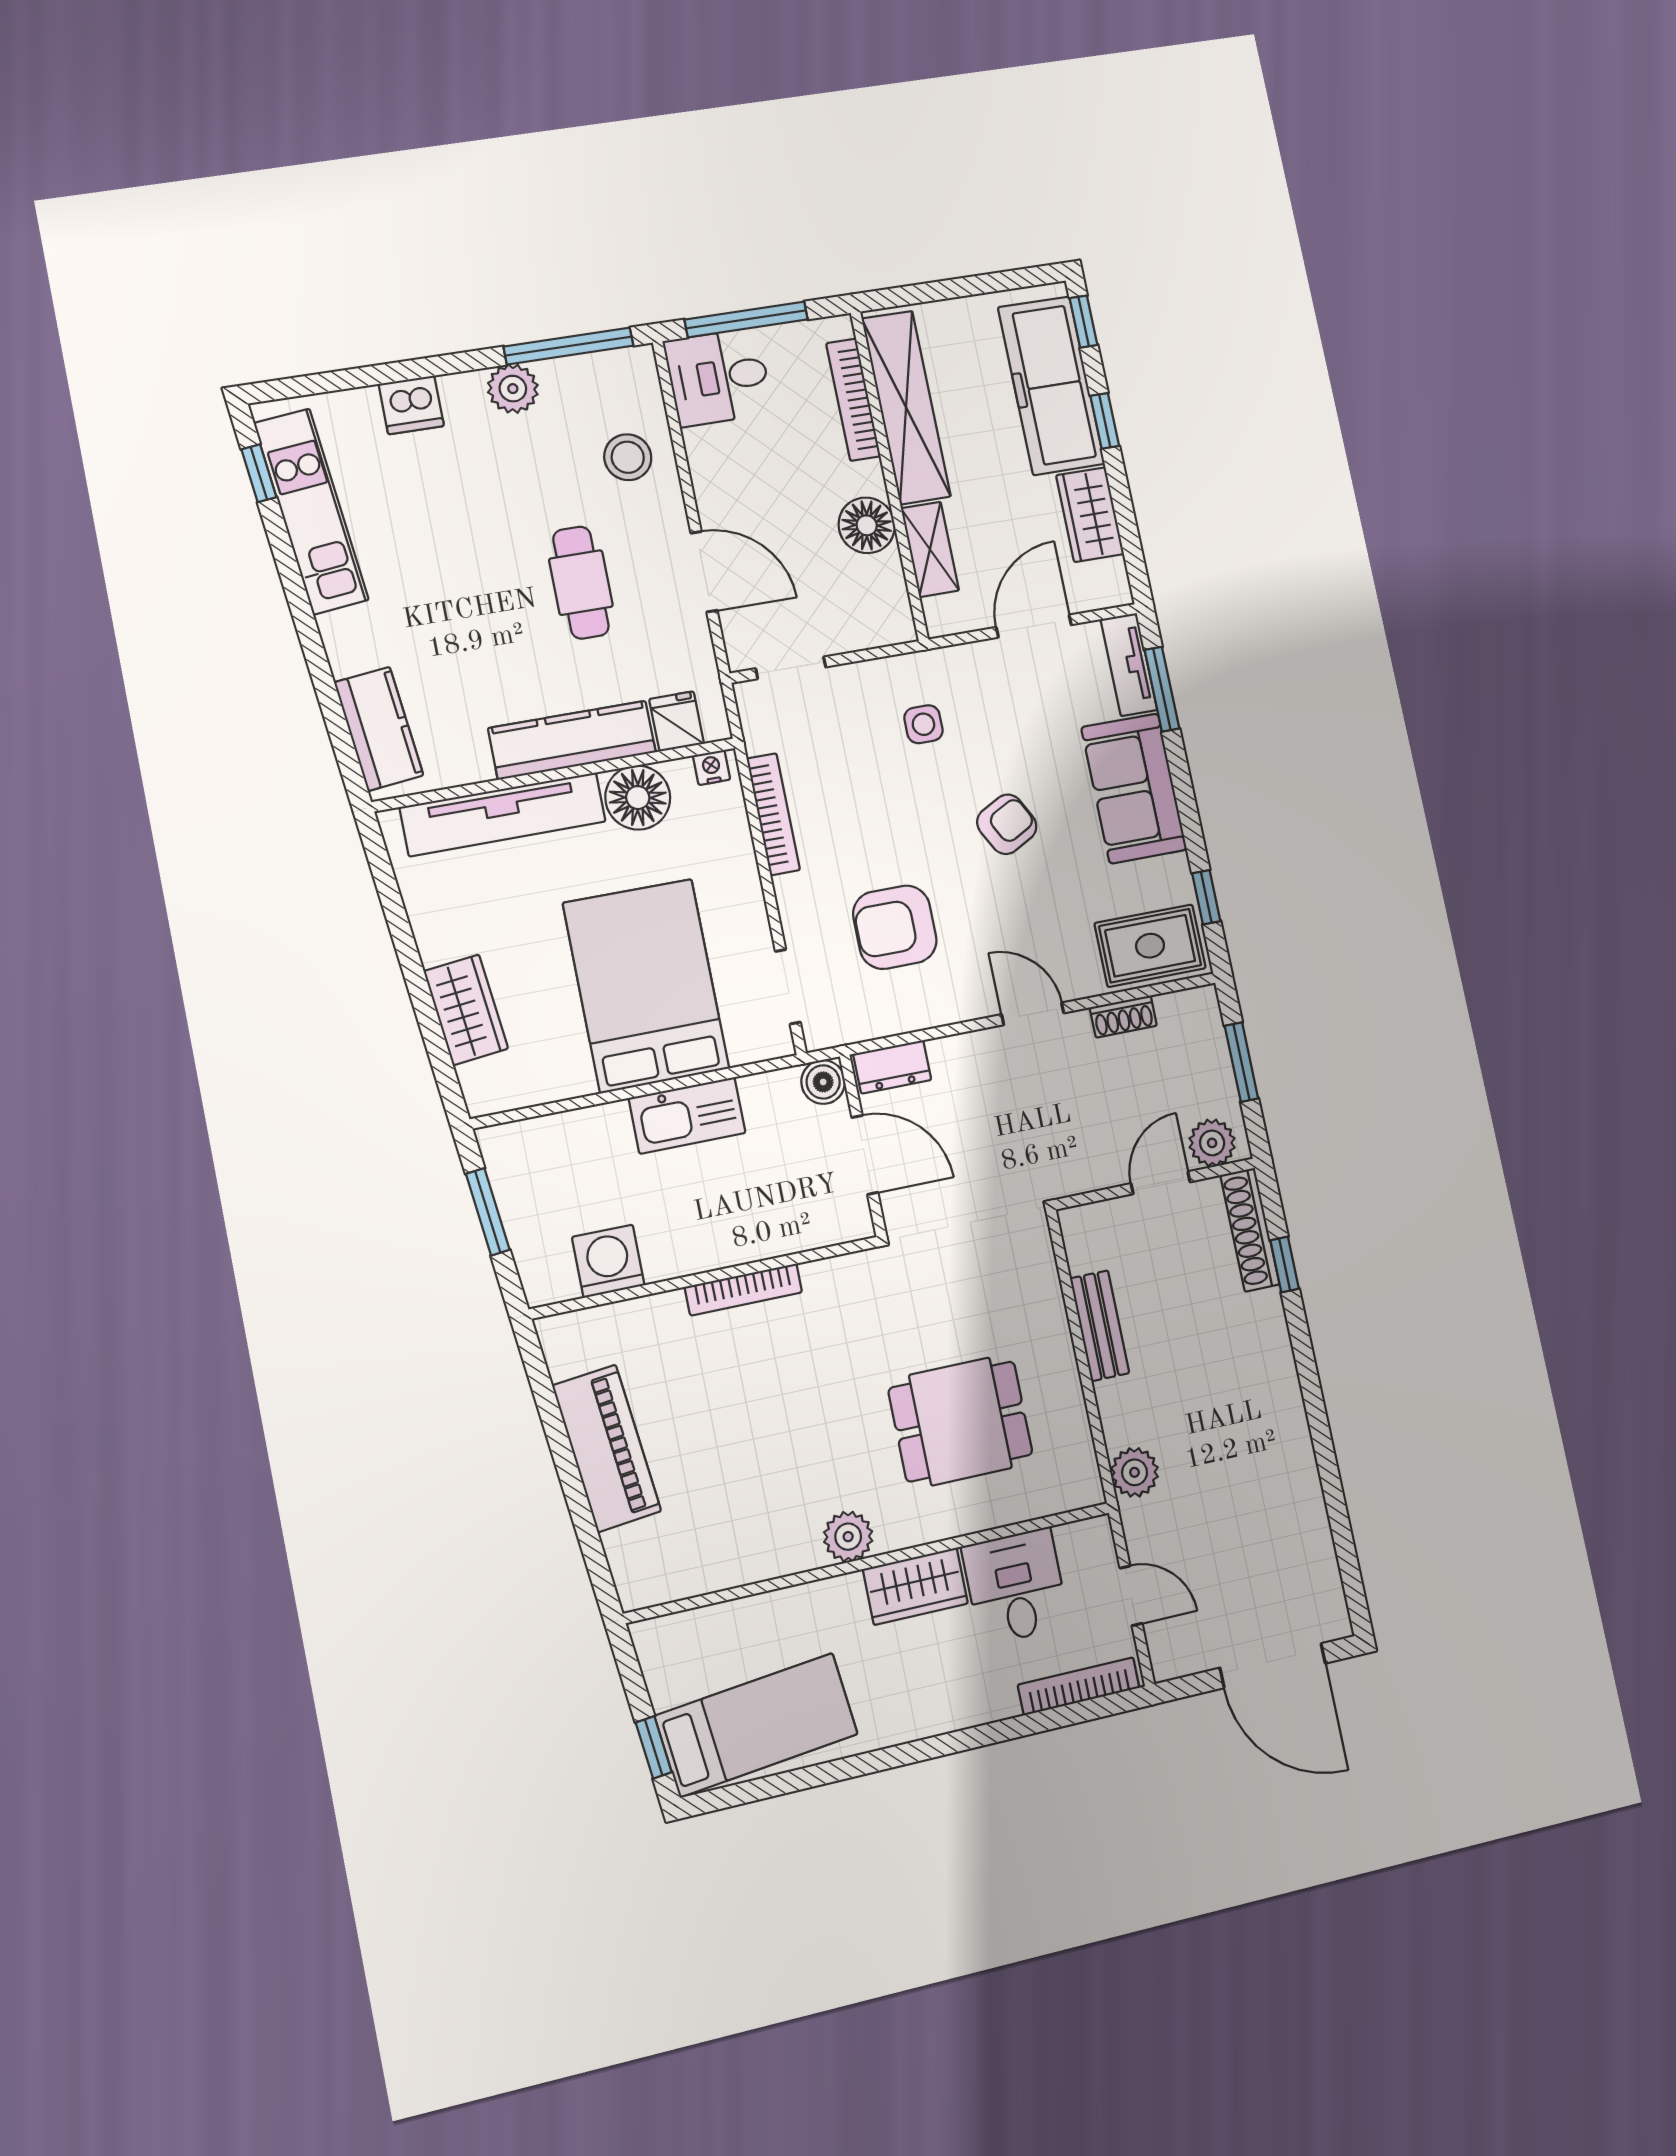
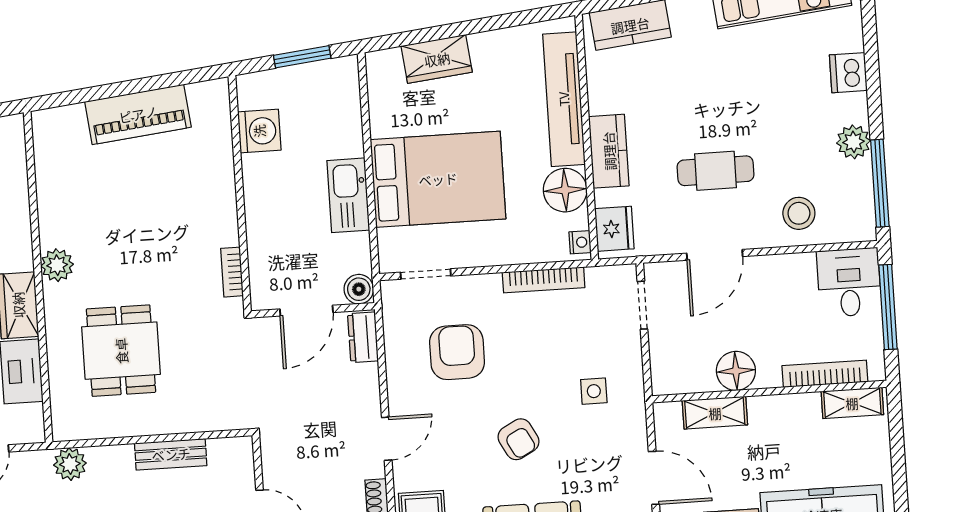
shelving: (906, 407) -> (852, 403), width x0.45, depth x0.75
fridge: (677, 721) -> (614, 229), width x1.38
kitchen counter: (572, 740) -> (609, 151), width x0.67
bookcase: (743, 1290) -> (232, 272), moved, width x0.64

